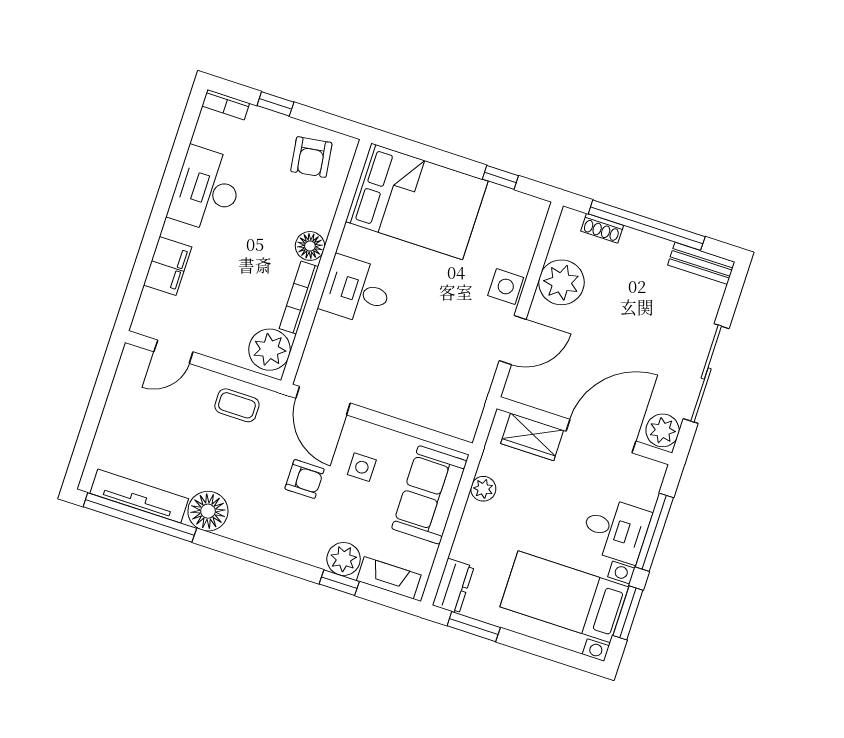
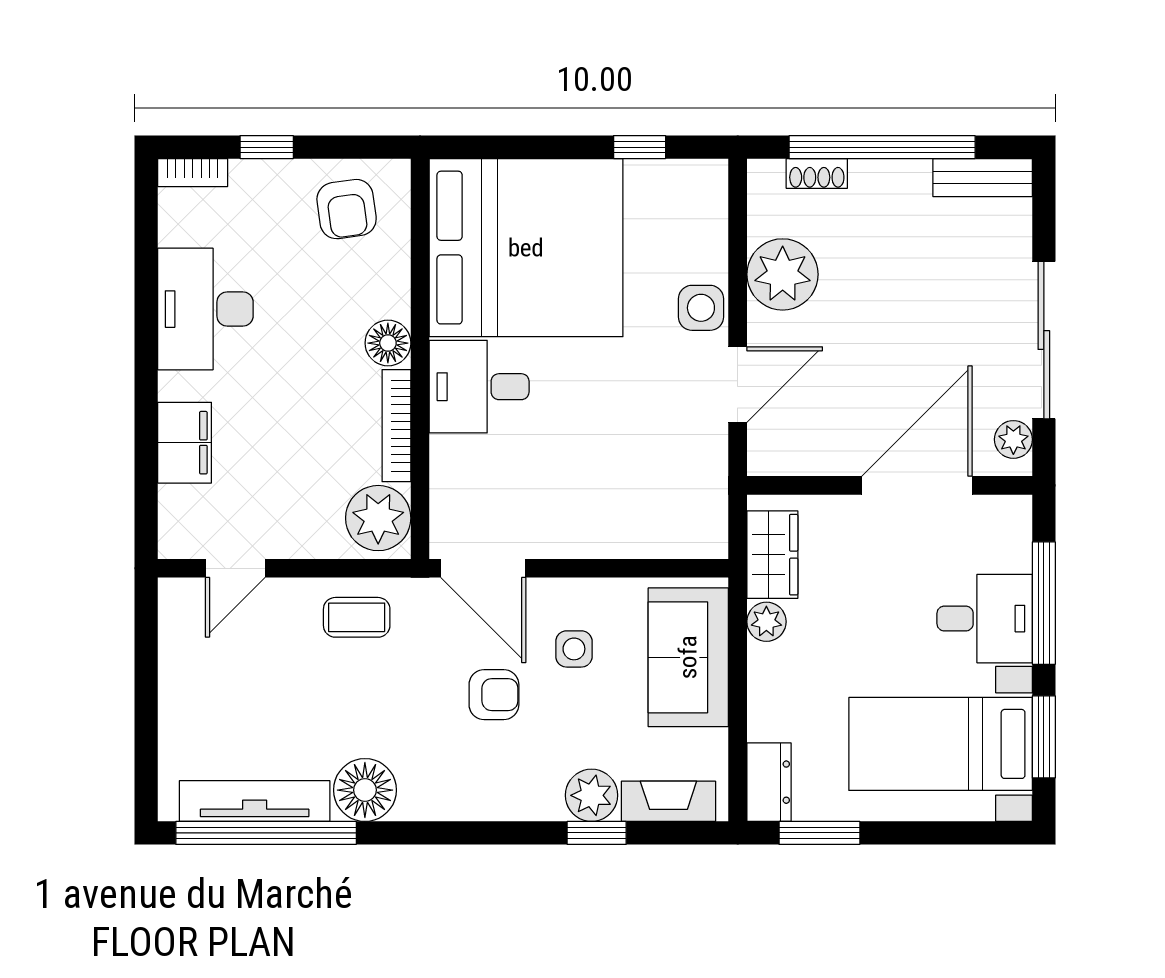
bed: (417, 201) -> (526, 248), width x1.36
plant: (663, 430) -> (1013, 439), width x0.73, depth x0.73
wardrobe: (532, 437) -> (772, 555), moved, turned -90

